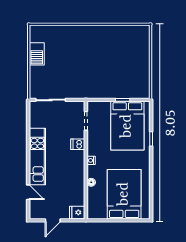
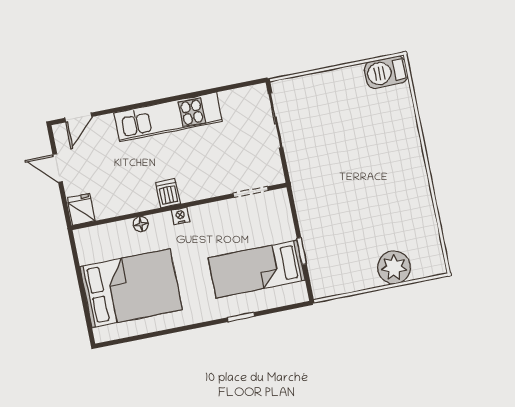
plant: (141, 53) -> (394, 267), added
barbecue: (37, 54) -> (386, 72), moved
bed: (127, 126) -> (257, 269), width x0.67
dishwasher: (78, 144) -> (168, 193), moved
door: (28, 192) -> (78, 117), moved

